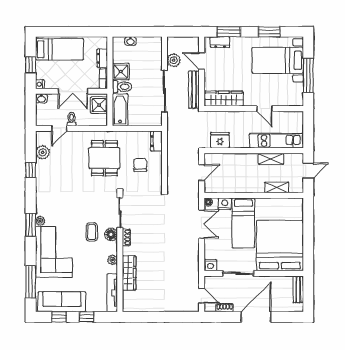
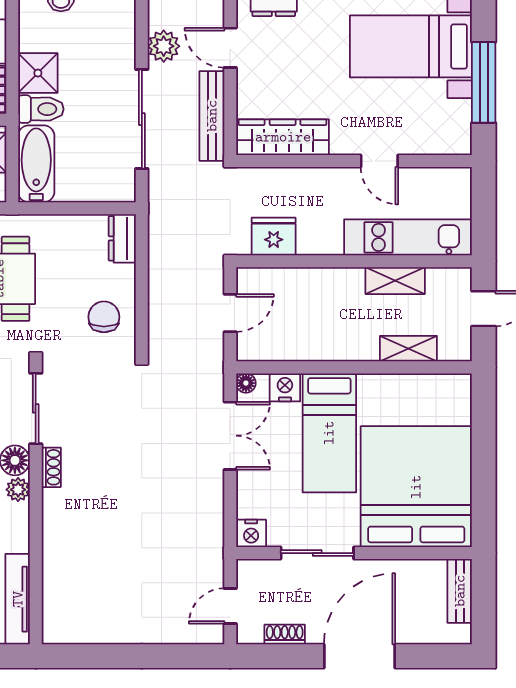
chair: (140, 165) -> (104, 317), moved
plant: (112, 260) -> (18, 490), moved
wardrobe: (129, 273) -> (58, 552), removed
door: (202, 296) -> (230, 606), swing flipped

